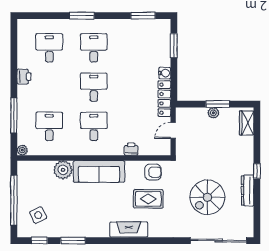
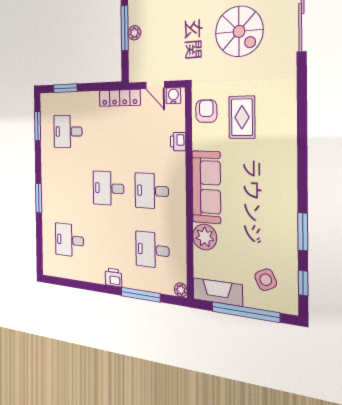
desk: (94, 48) -> (68, 131), moved
water cooler: (165, 73) -> (173, 96), moved
printer: (24, 77) -> (113, 277), moved
window: (218, 104) -> (125, 28), width x1.44
fireplace: (129, 230) -> (217, 292), moved, turned 90

